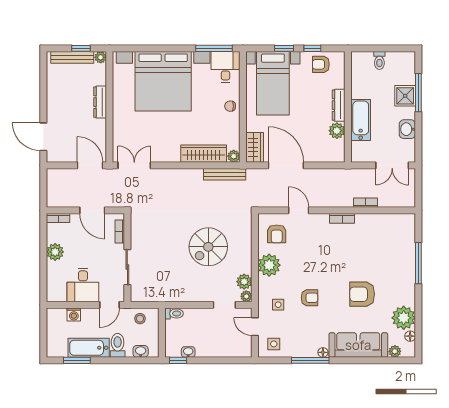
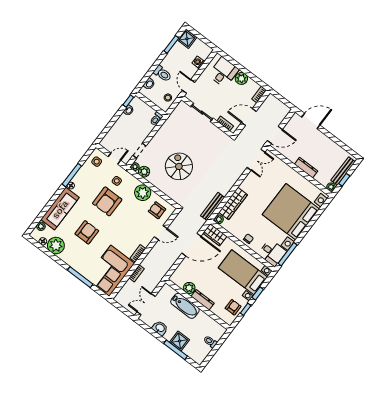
corner sofa: (386, 235) -> (110, 271), added
desk: (83, 285) -> (224, 72), moved, turned 90
armchair: (310, 298) -> (107, 201), width x1.88, depth x1.88
shower: (57, 348) -> (187, 39), added
bathtub: (89, 348) -> (173, 56), removed

